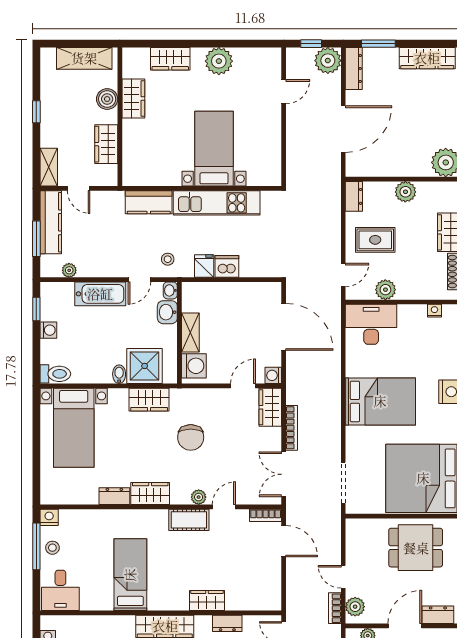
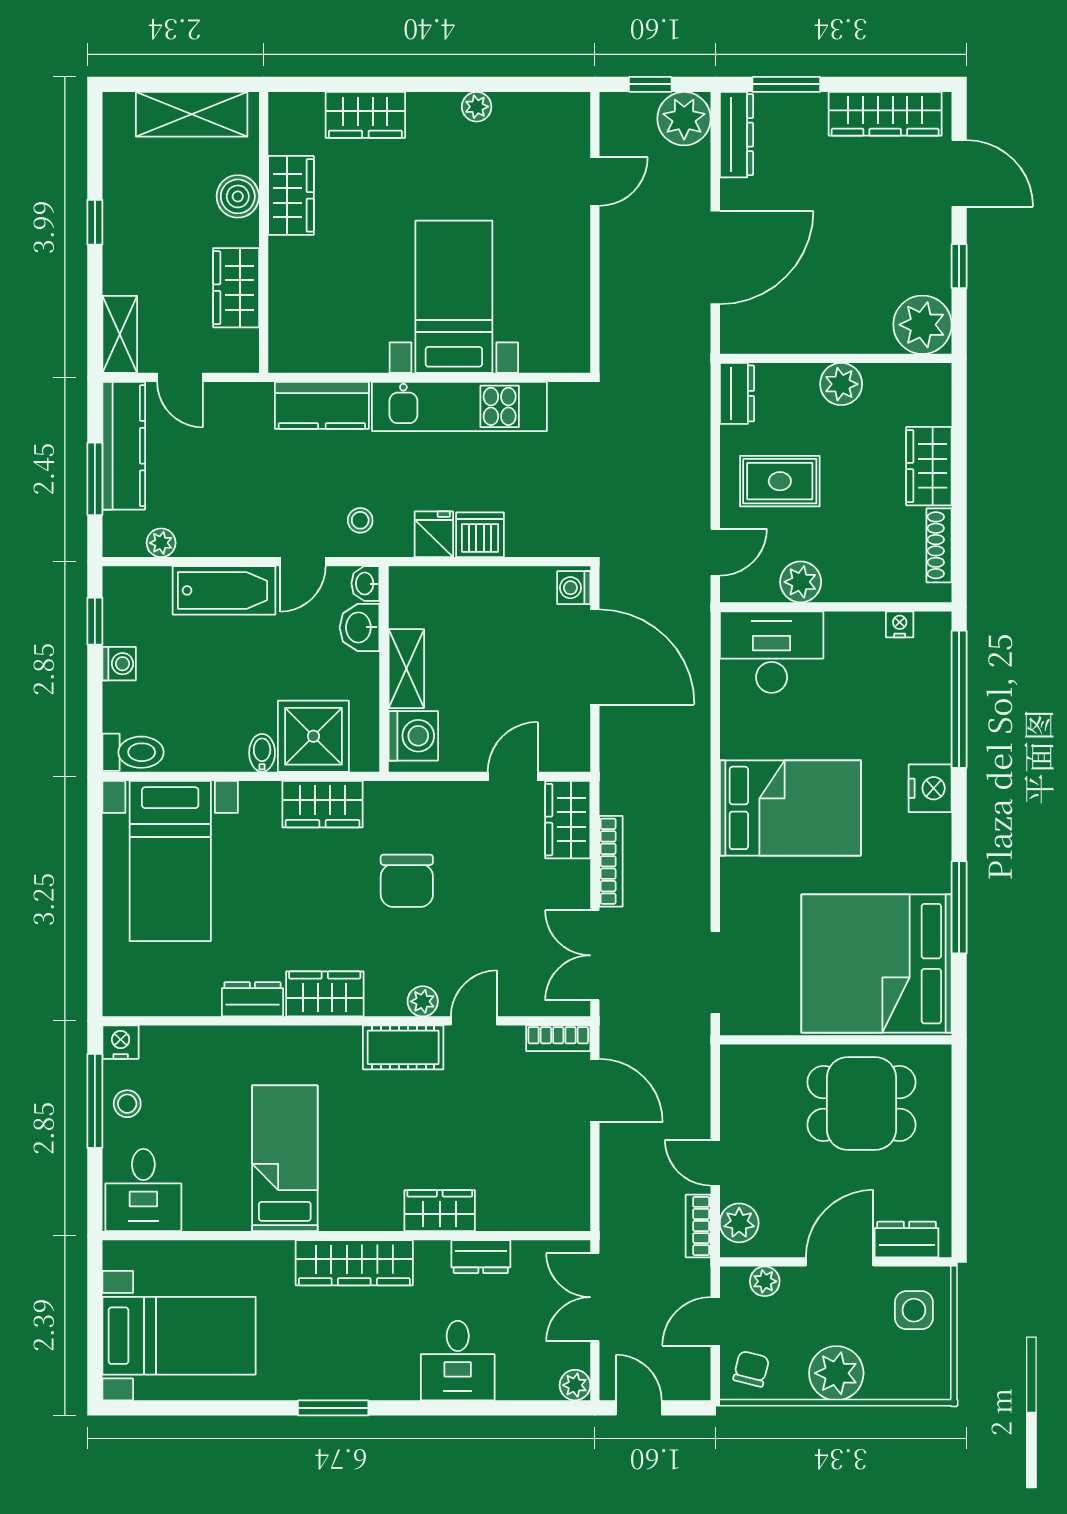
plant: (219, 61) -> (477, 107), width x0.53, depth x0.53
washing machine: (273, 375) -> (574, 588), moved

